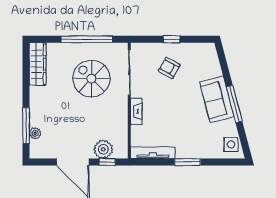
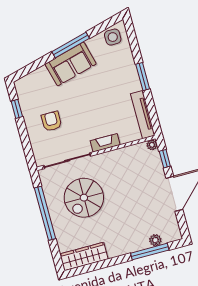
window: (172, 39) -> (17, 109), moved
armchair: (169, 68) -> (52, 121), turned 151
plant: (103, 149) -> (152, 145), moved, width x0.53, depth x0.53

